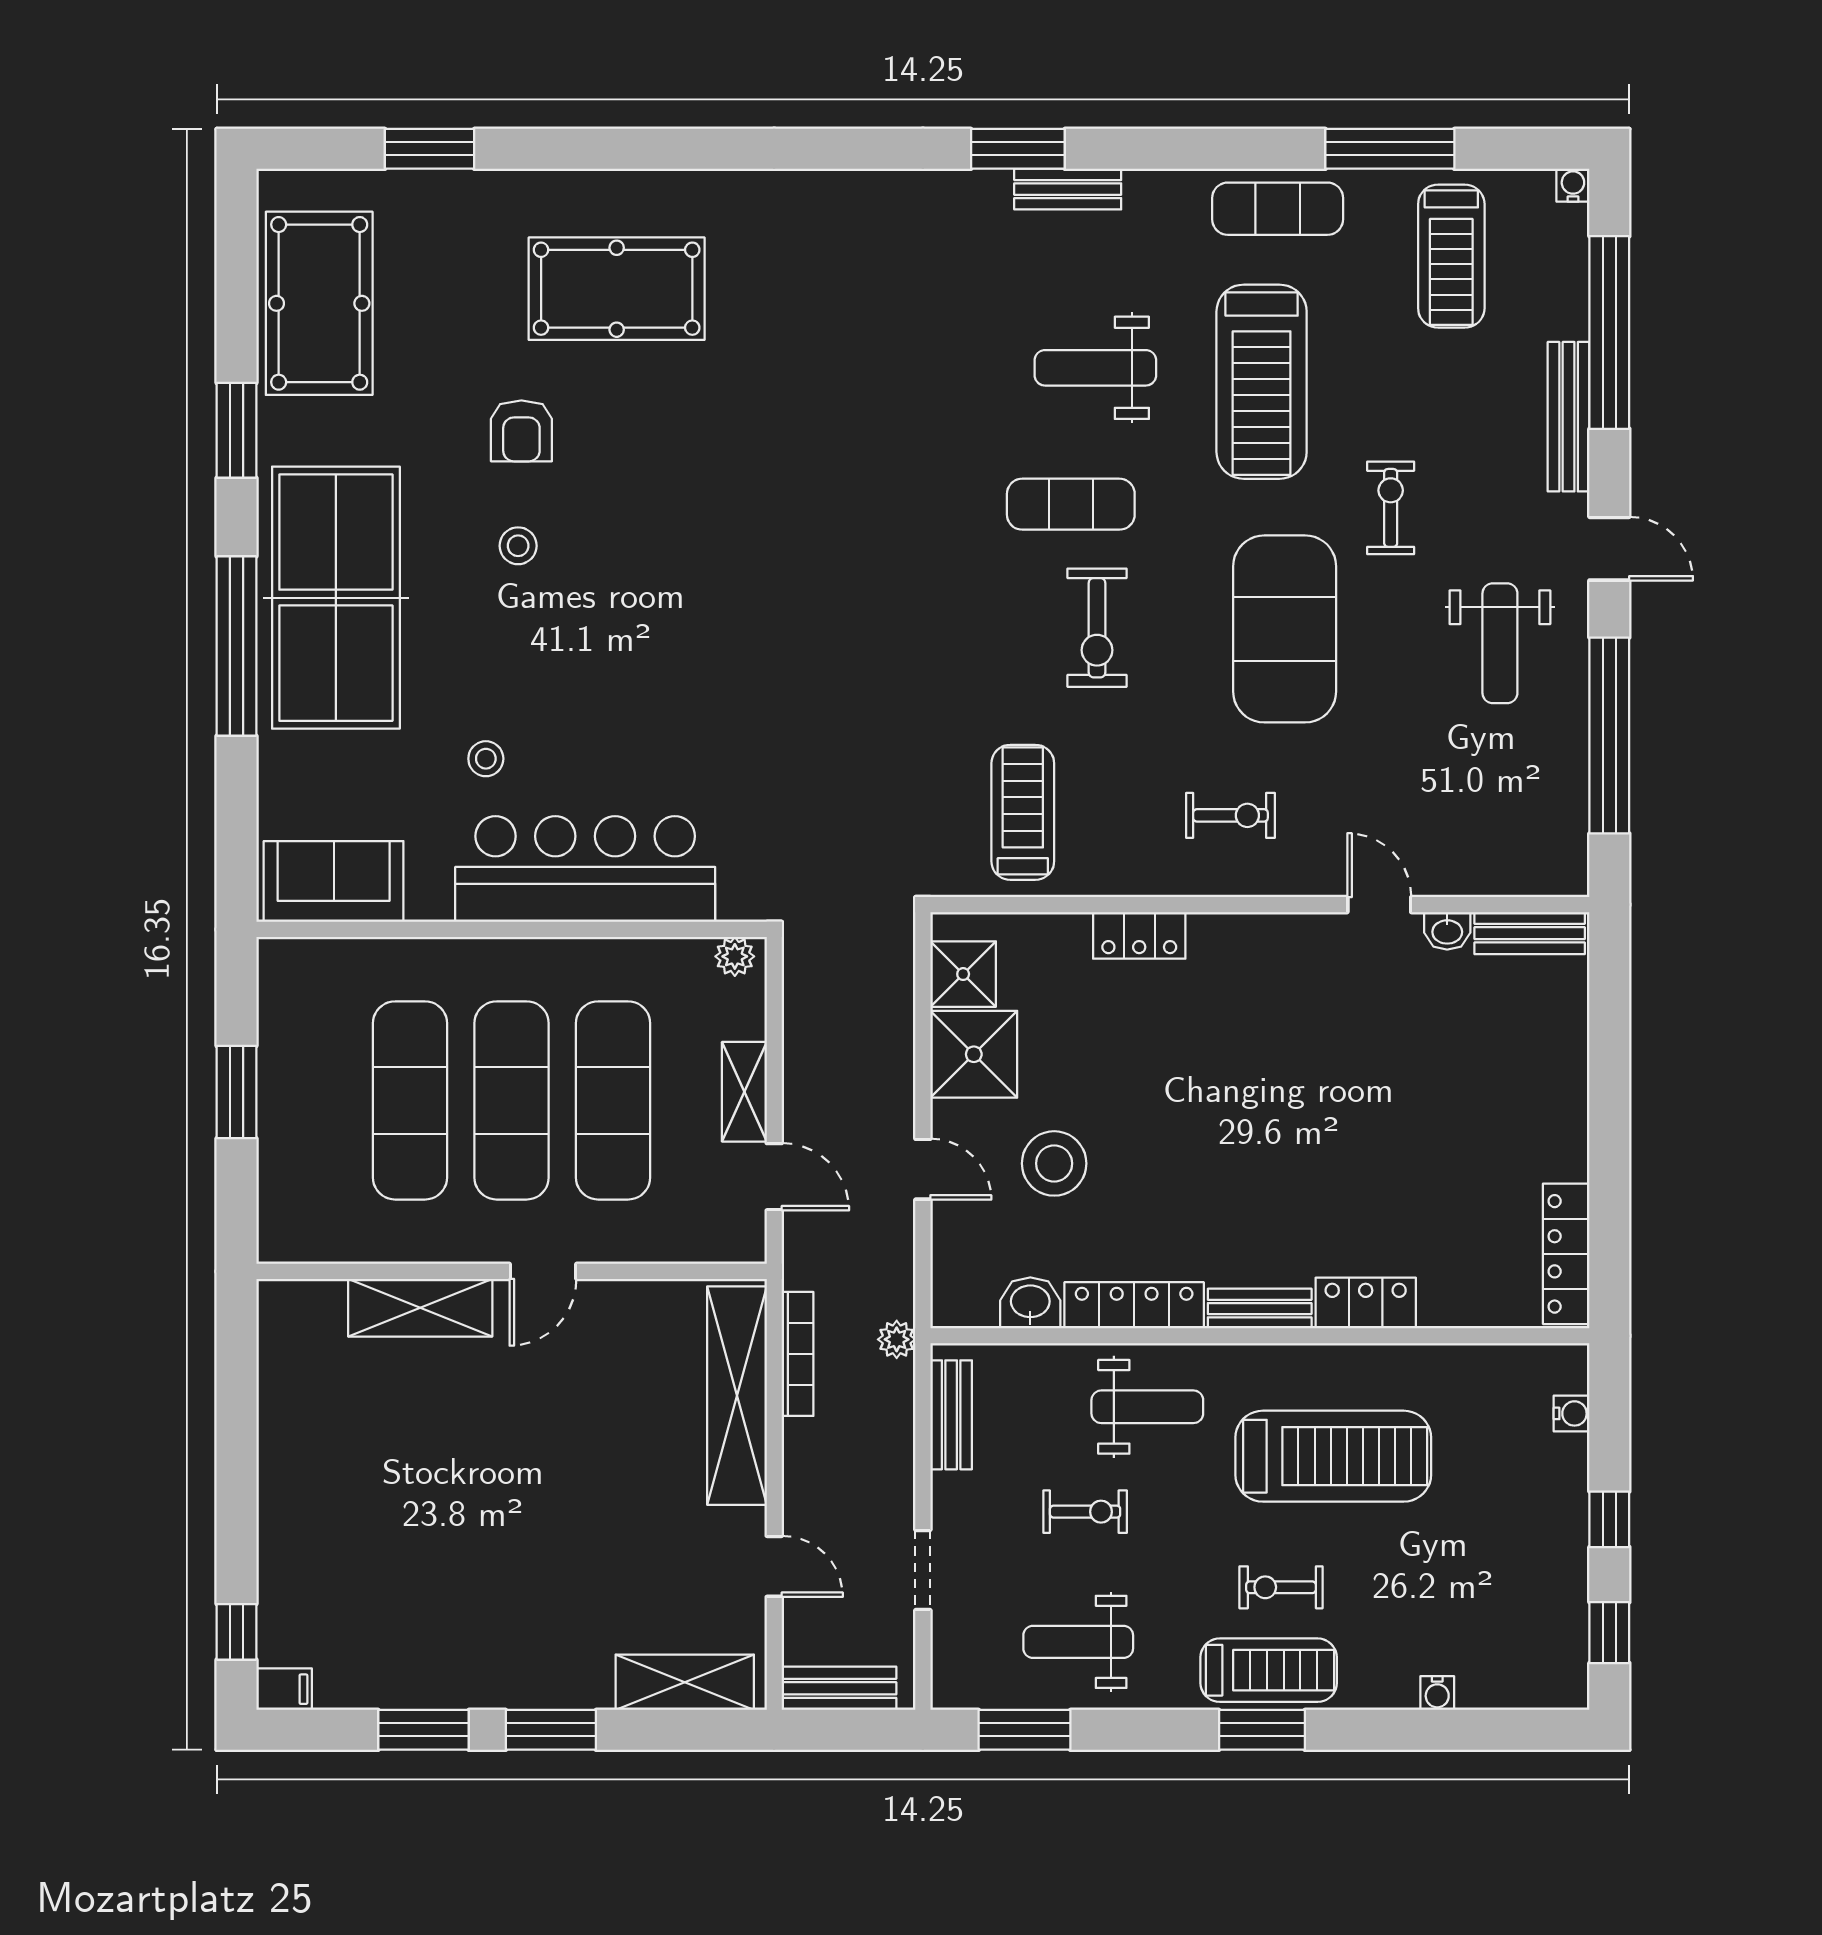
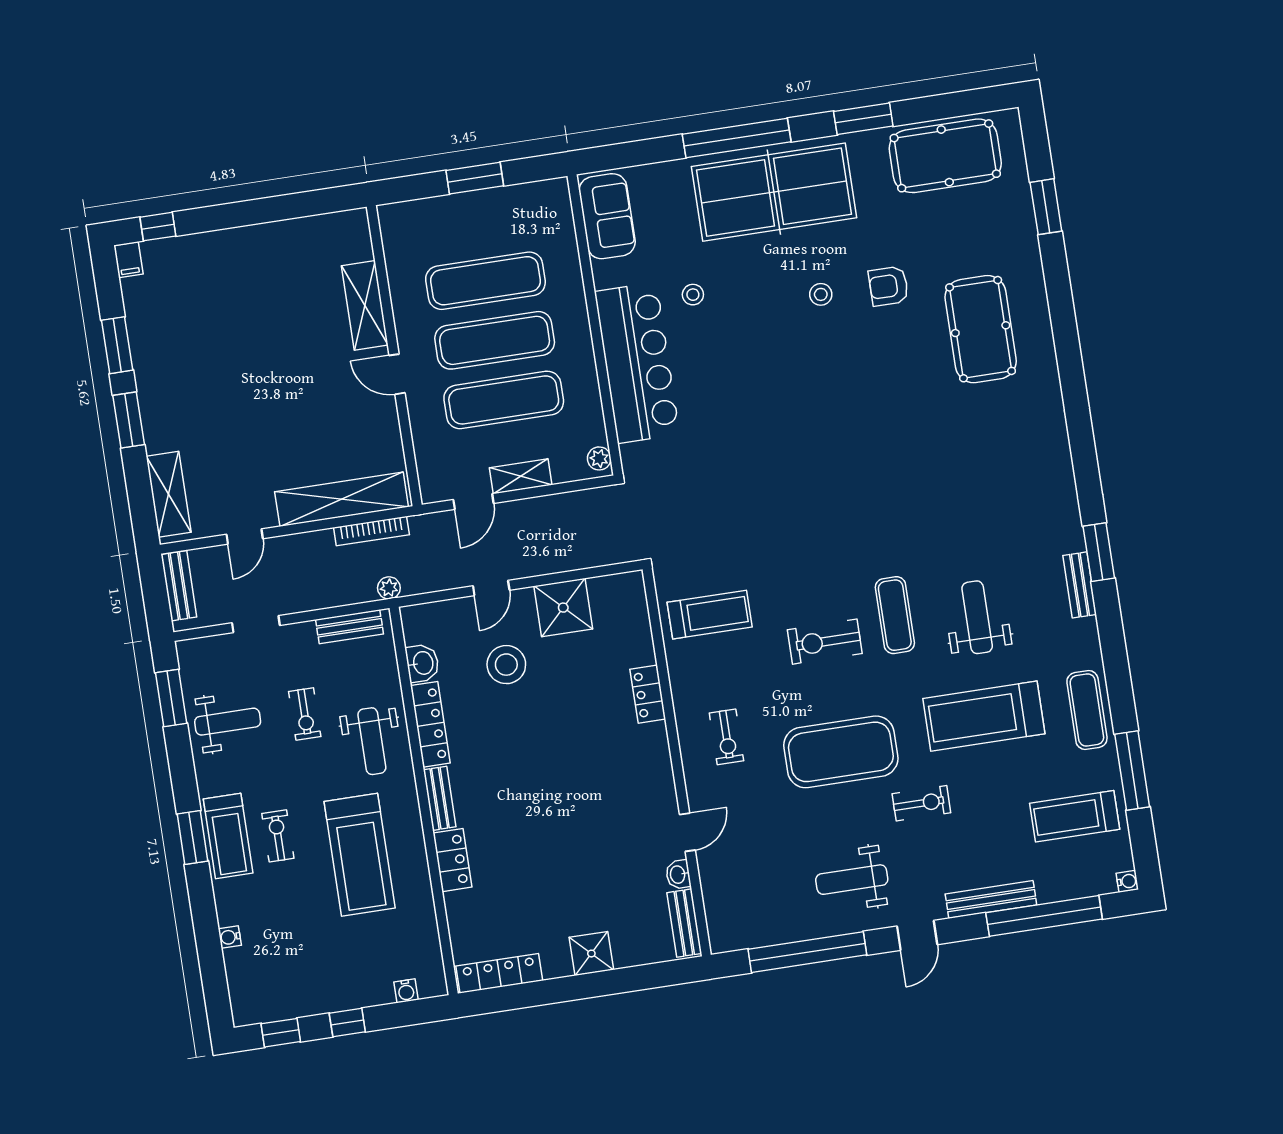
shower: (963, 974) -> (591, 954), moved
weight bench: (1078, 1642) -> (228, 722), turned 90

